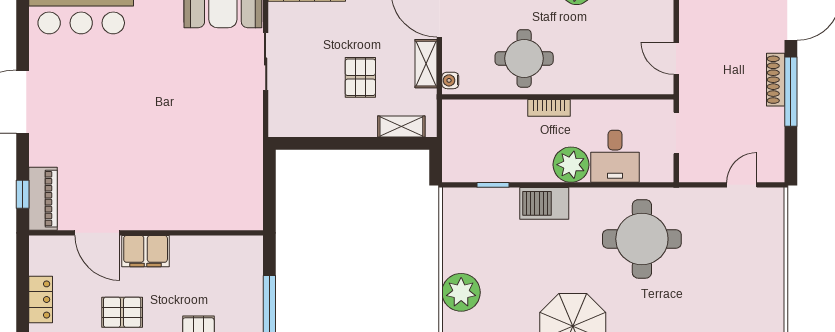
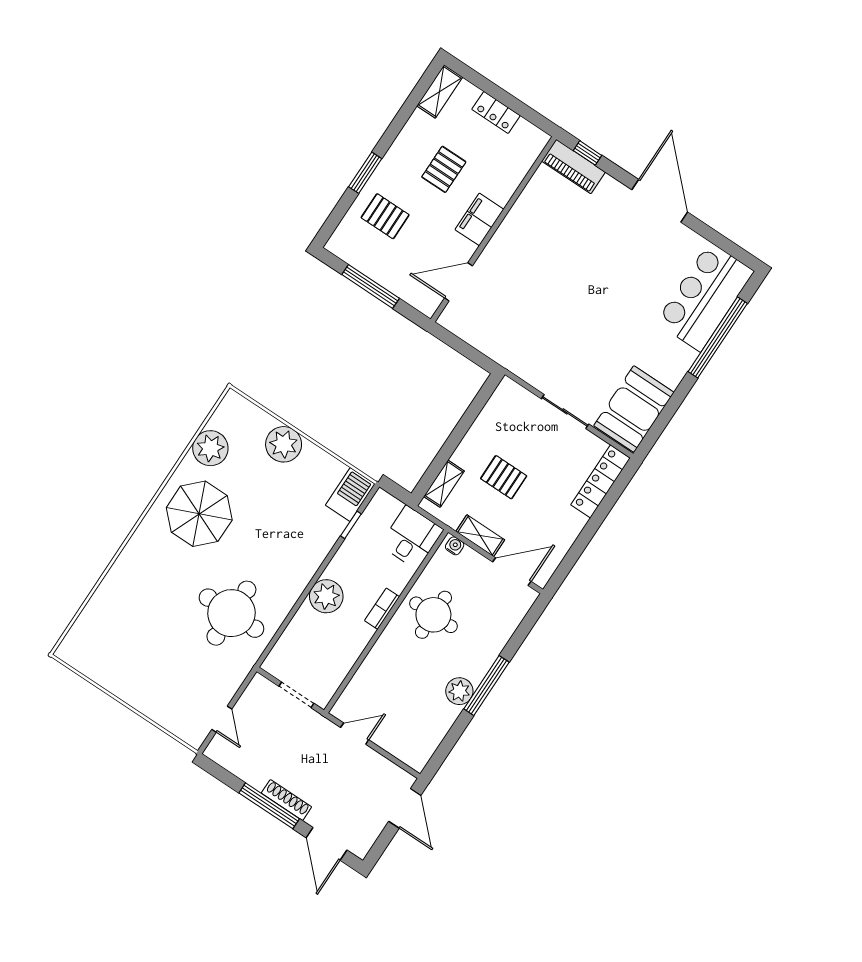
desk: (615, 156) -> (412, 537), moved, turned 90
barbecue: (544, 203) -> (350, 495), moved
door: (97, 233) -> (458, 282), moved

